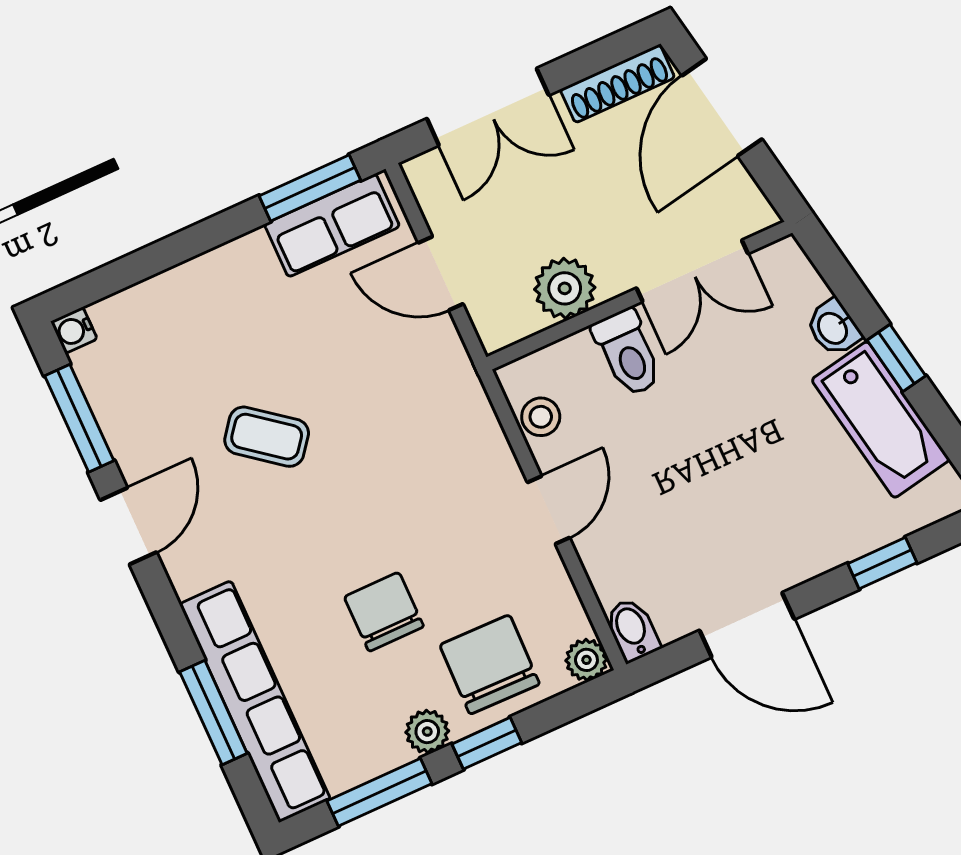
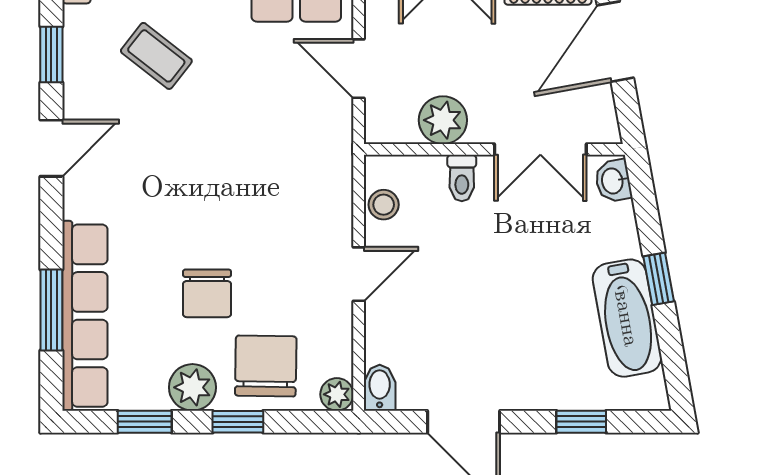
washbasin: (833, 328) -> (613, 181), moved
toilet: (628, 353) -> (462, 178), width x0.73, depth x0.72
window: (79, 418) -> (51, 54), width x0.67
coffee table: (267, 437) -> (156, 56), moved
chair: (384, 612) -> (207, 293), turned 180
plant: (427, 732) -> (192, 387), width x1.38, depth x1.38
window: (379, 792) -> (145, 422), width x0.67

